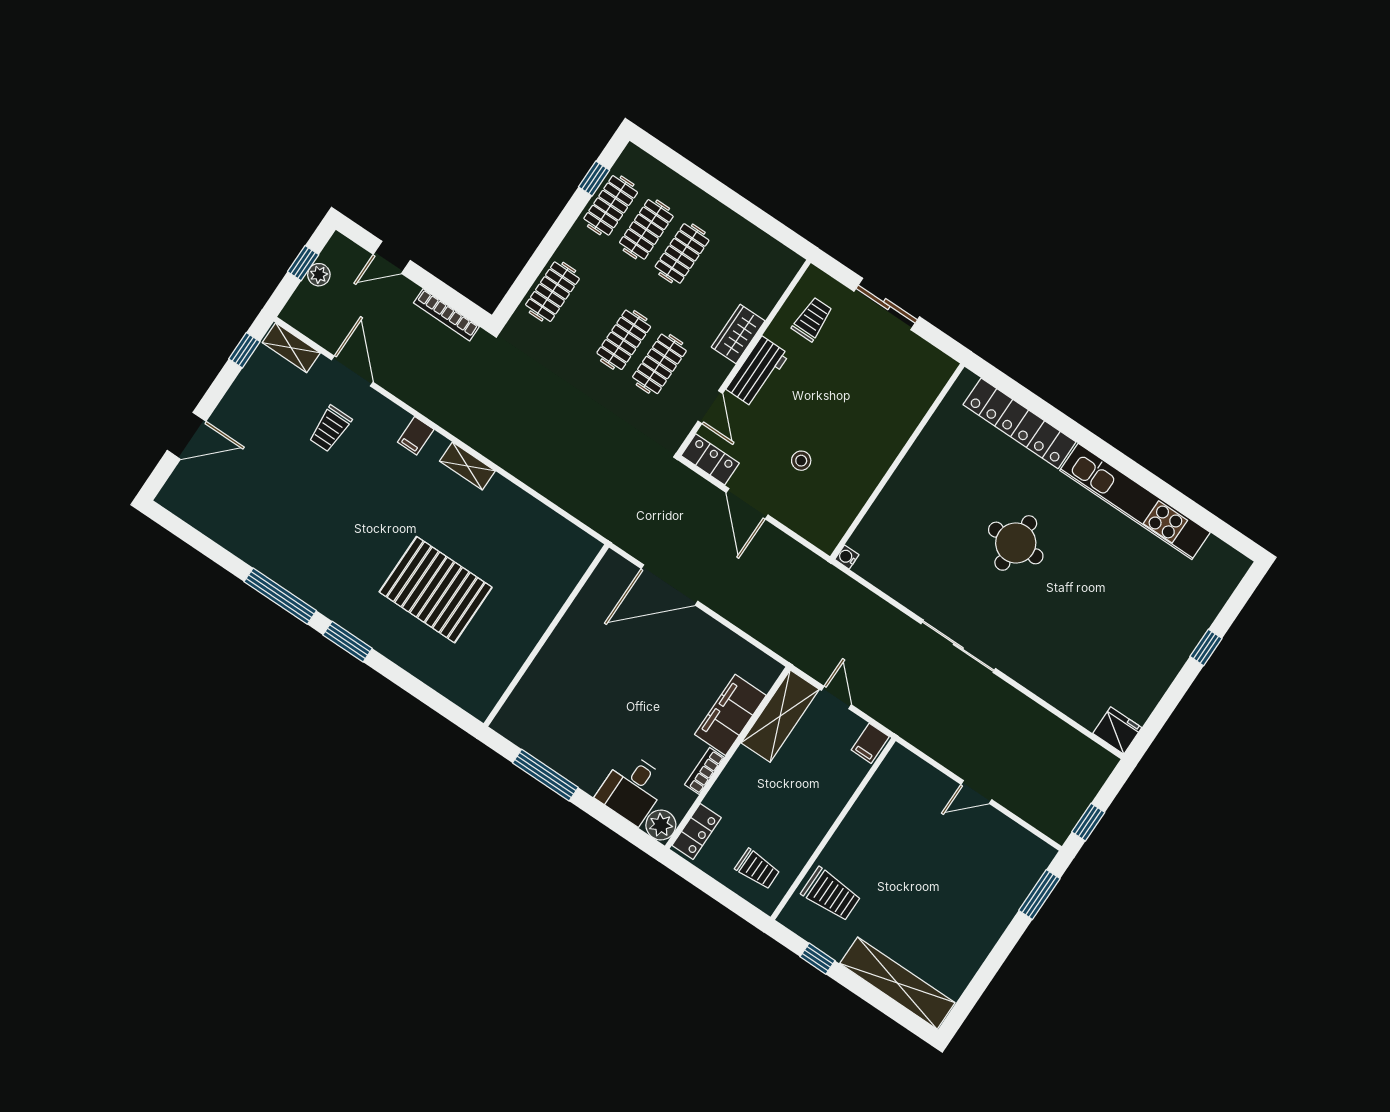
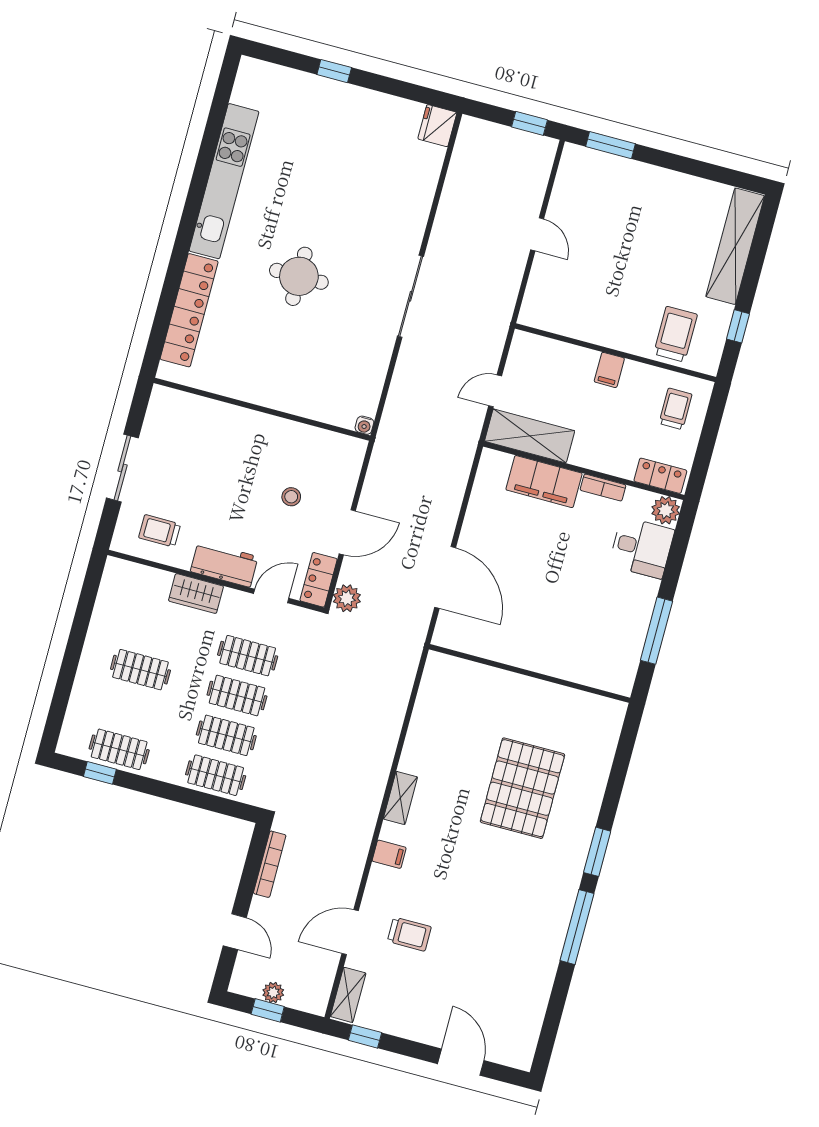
clothes rail: (646, 229) -> (226, 735), moved
plant: (682, 481) -> (347, 598), added
filing cabinet: (870, 743) -> (609, 370), moved, turned 90

